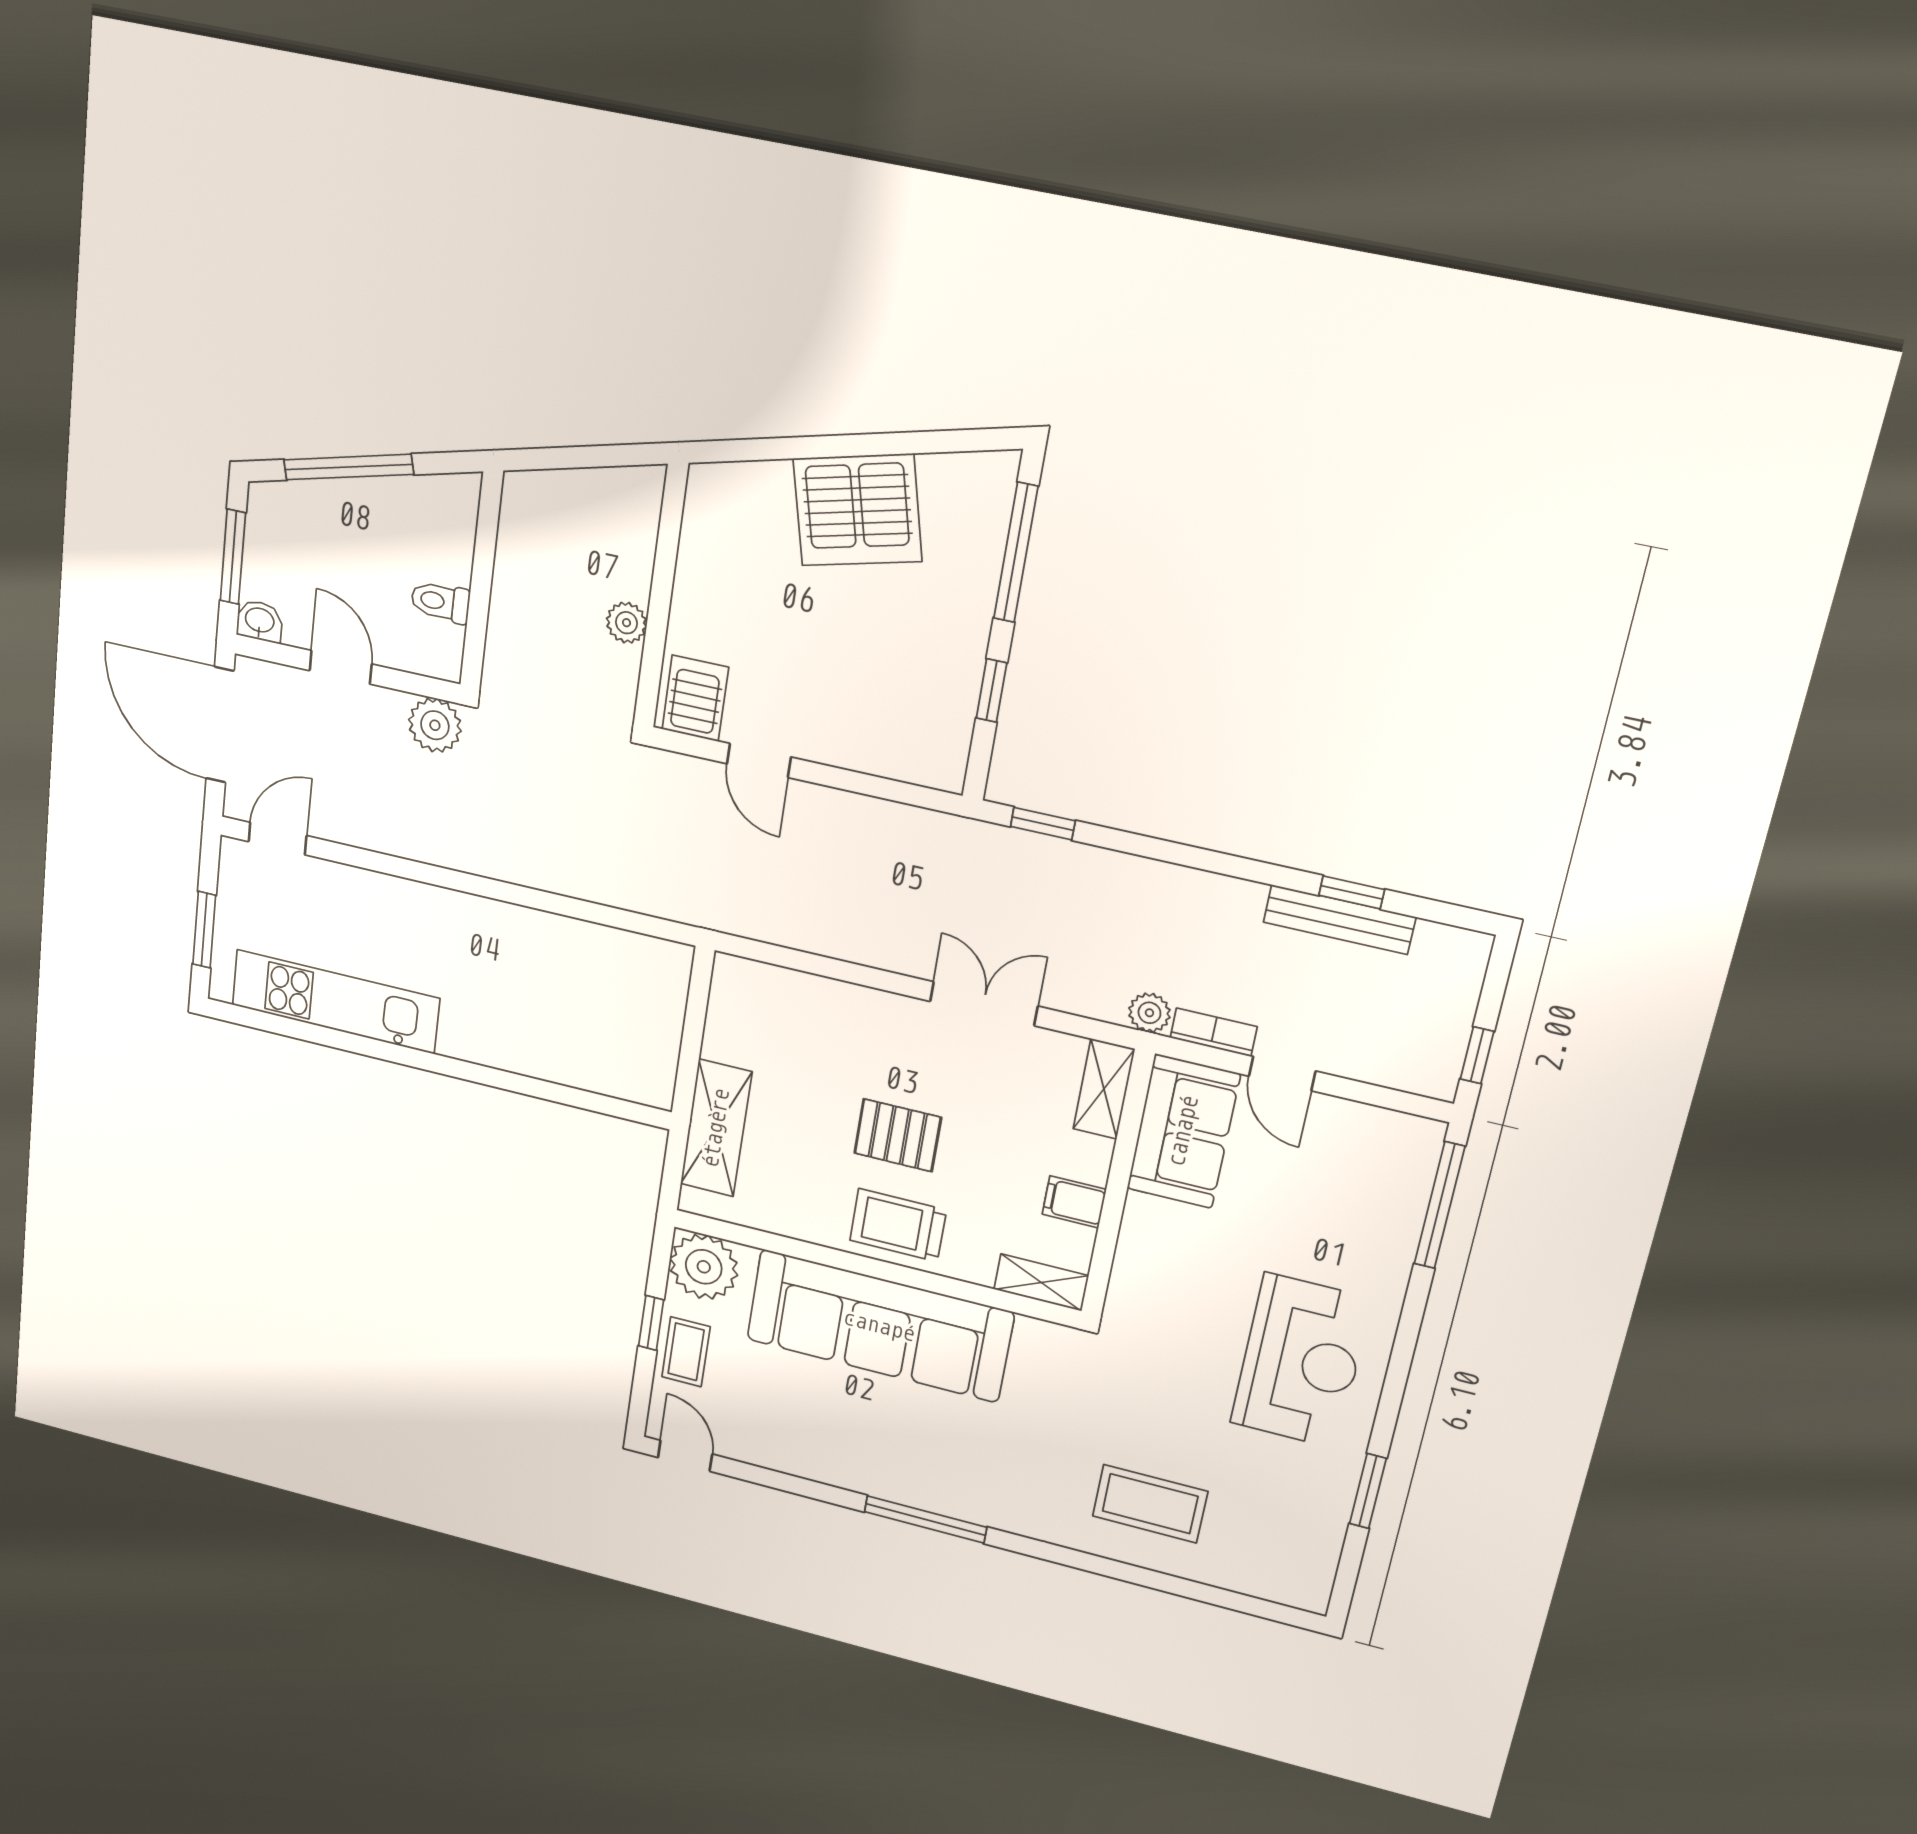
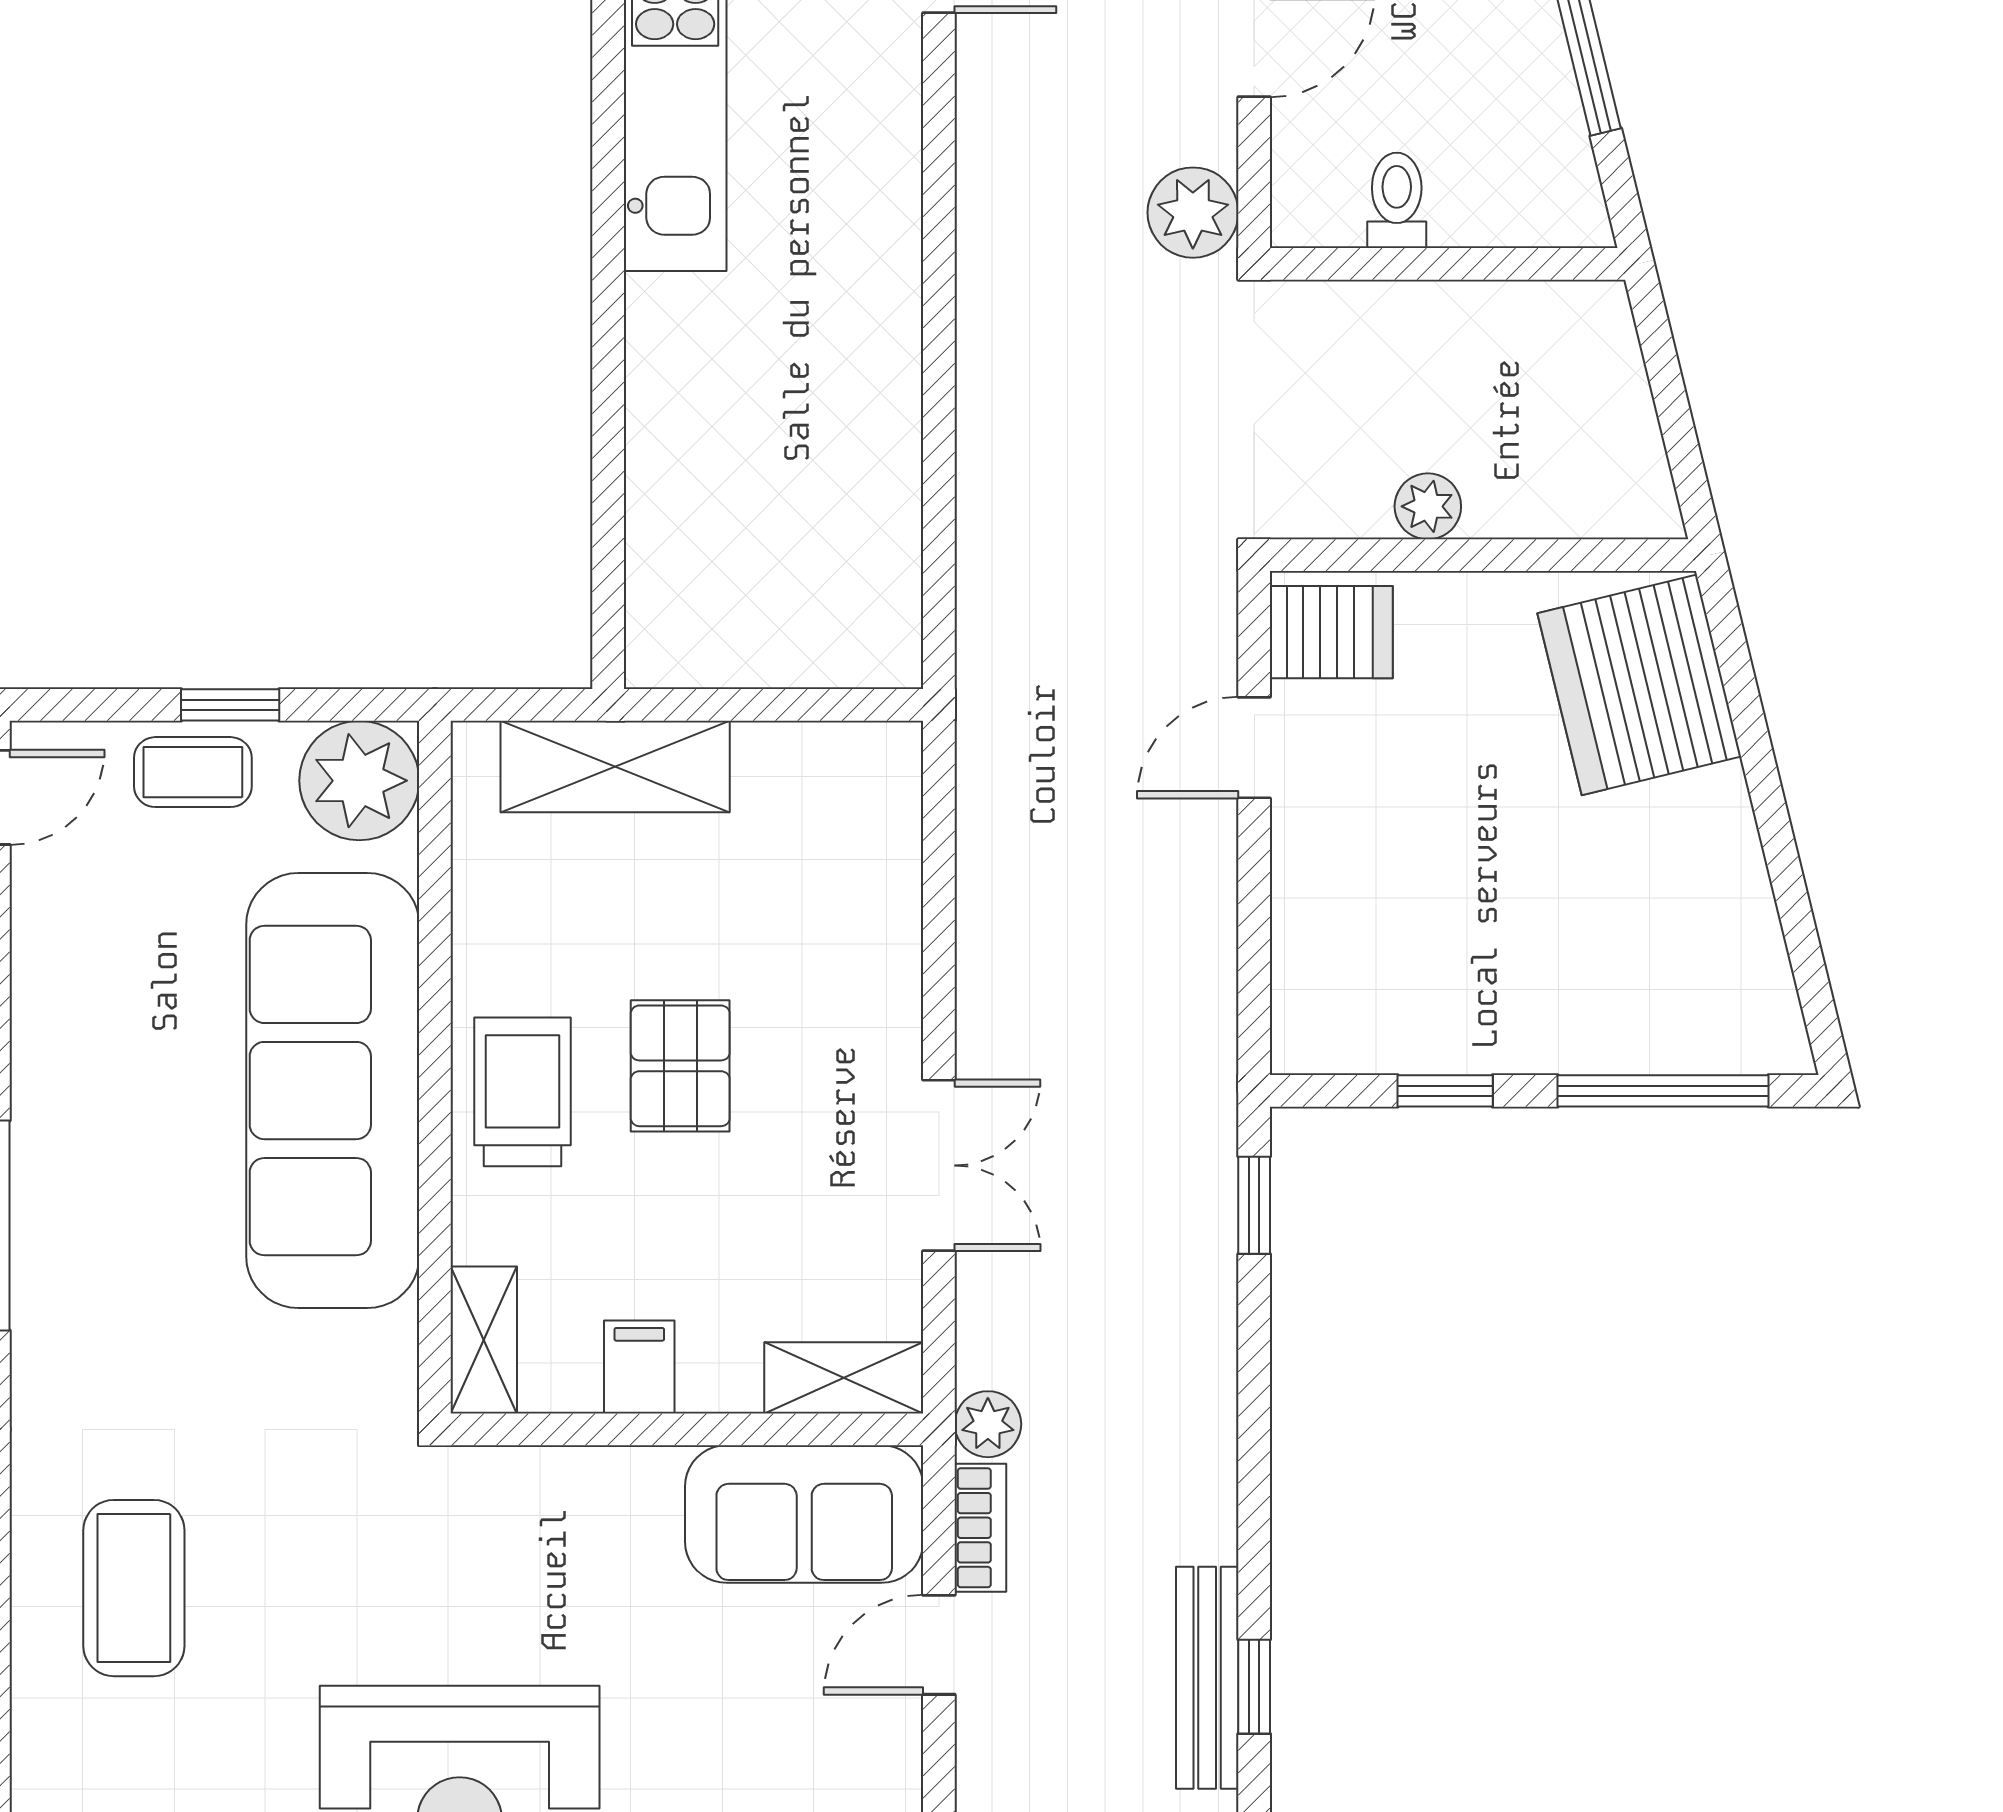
server rack: (858, 510) -> (1639, 685), moved

